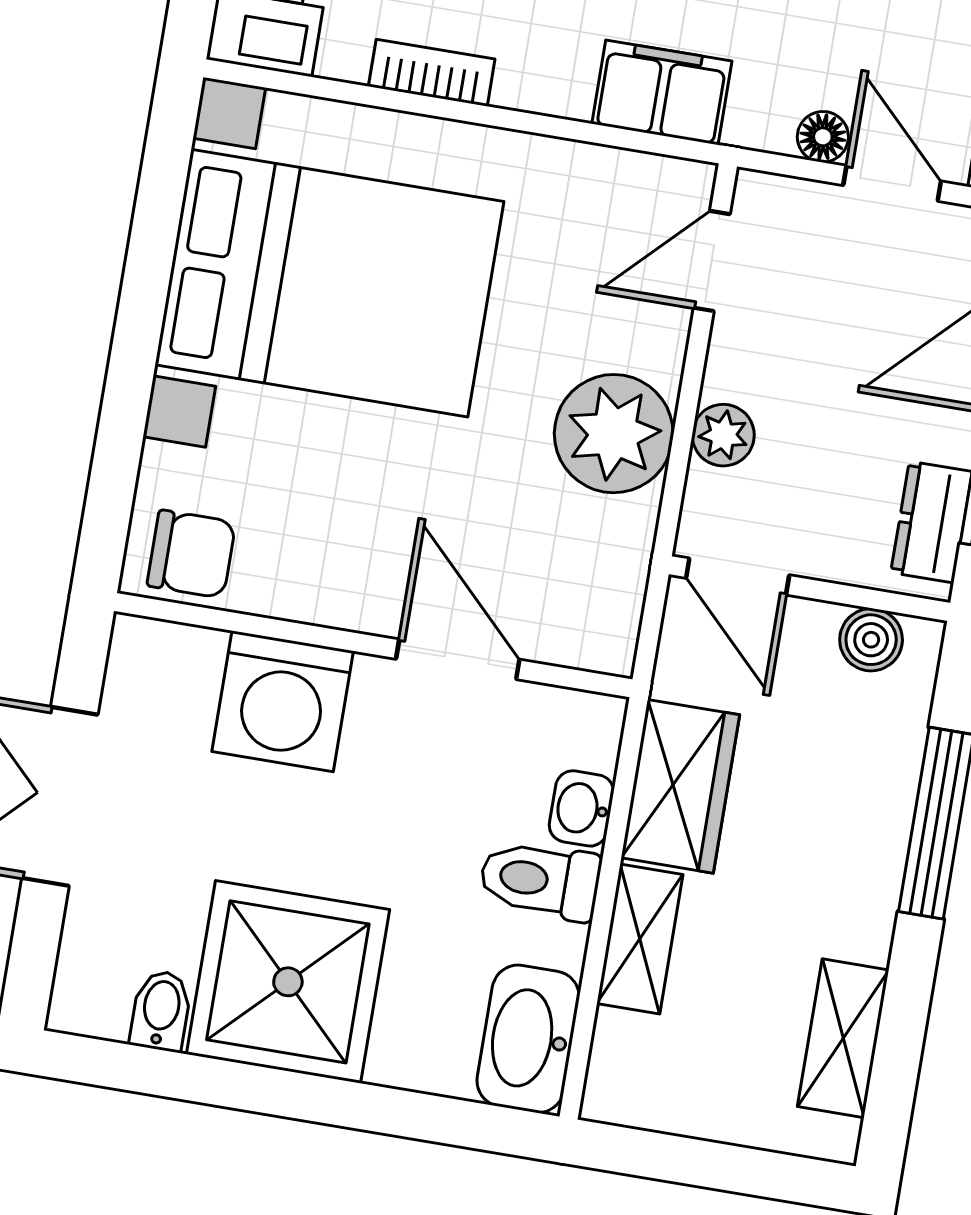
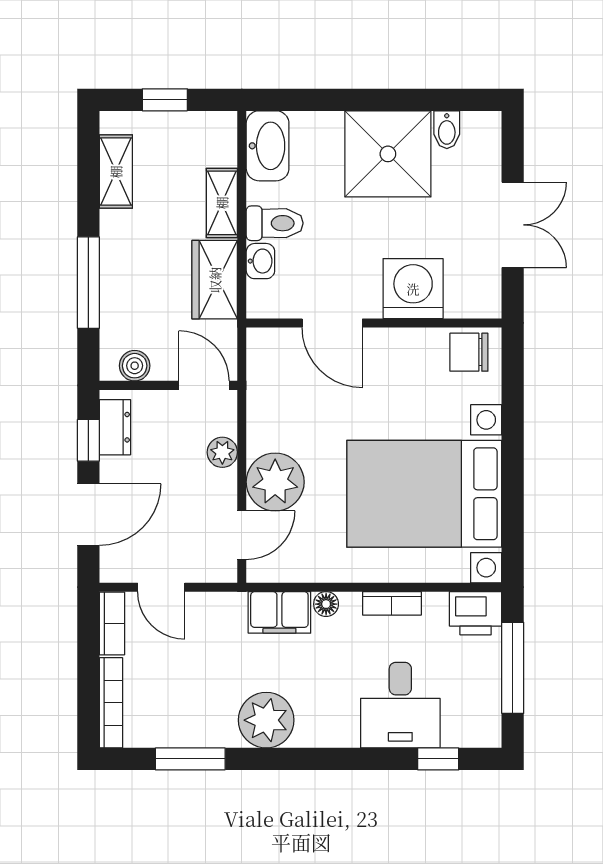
floor lamp: (823, 137) -> (326, 604), moved
plant: (614, 434) -> (275, 482), moved
window: (720, 1166) -> (165, 100), added

